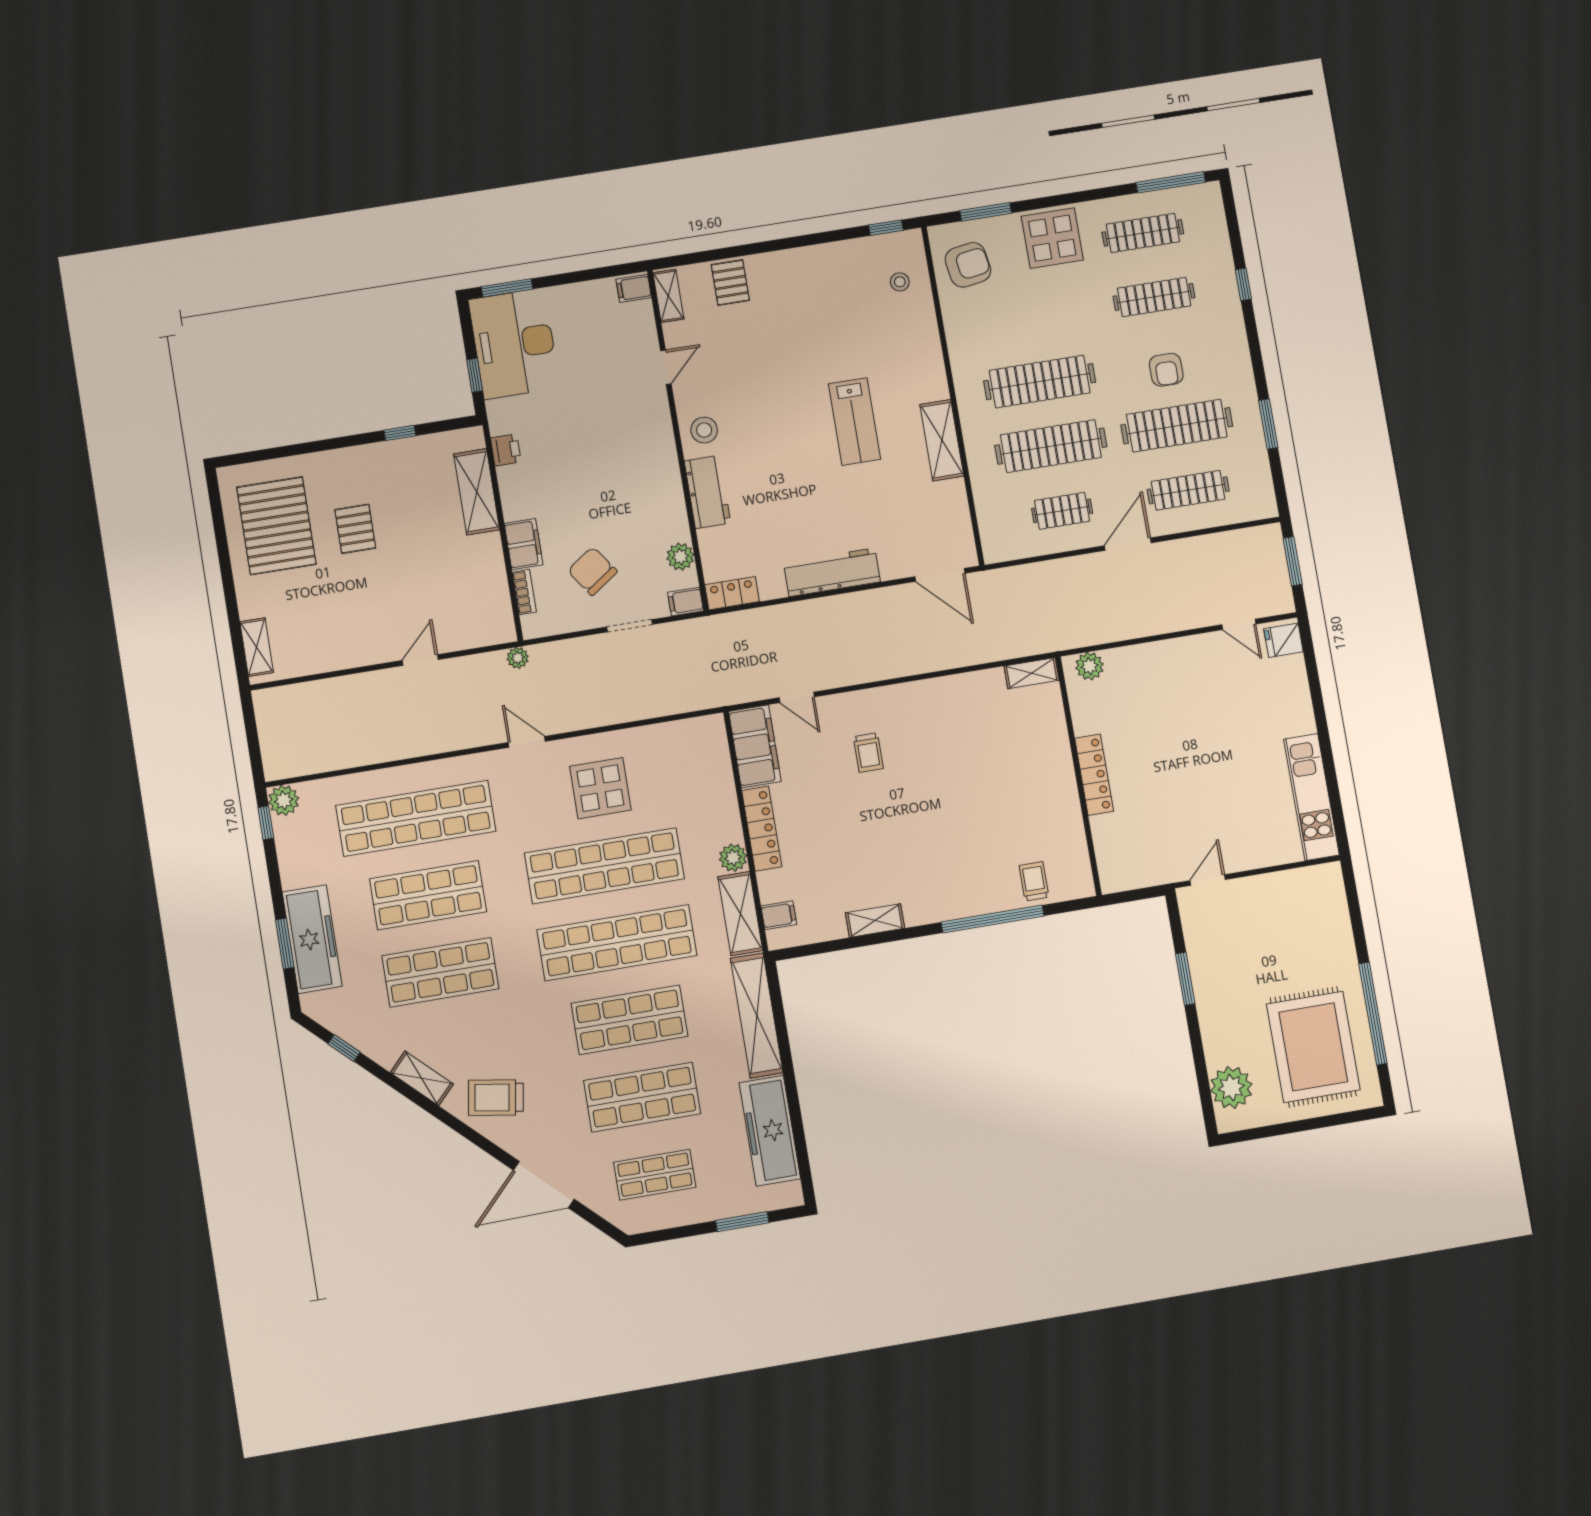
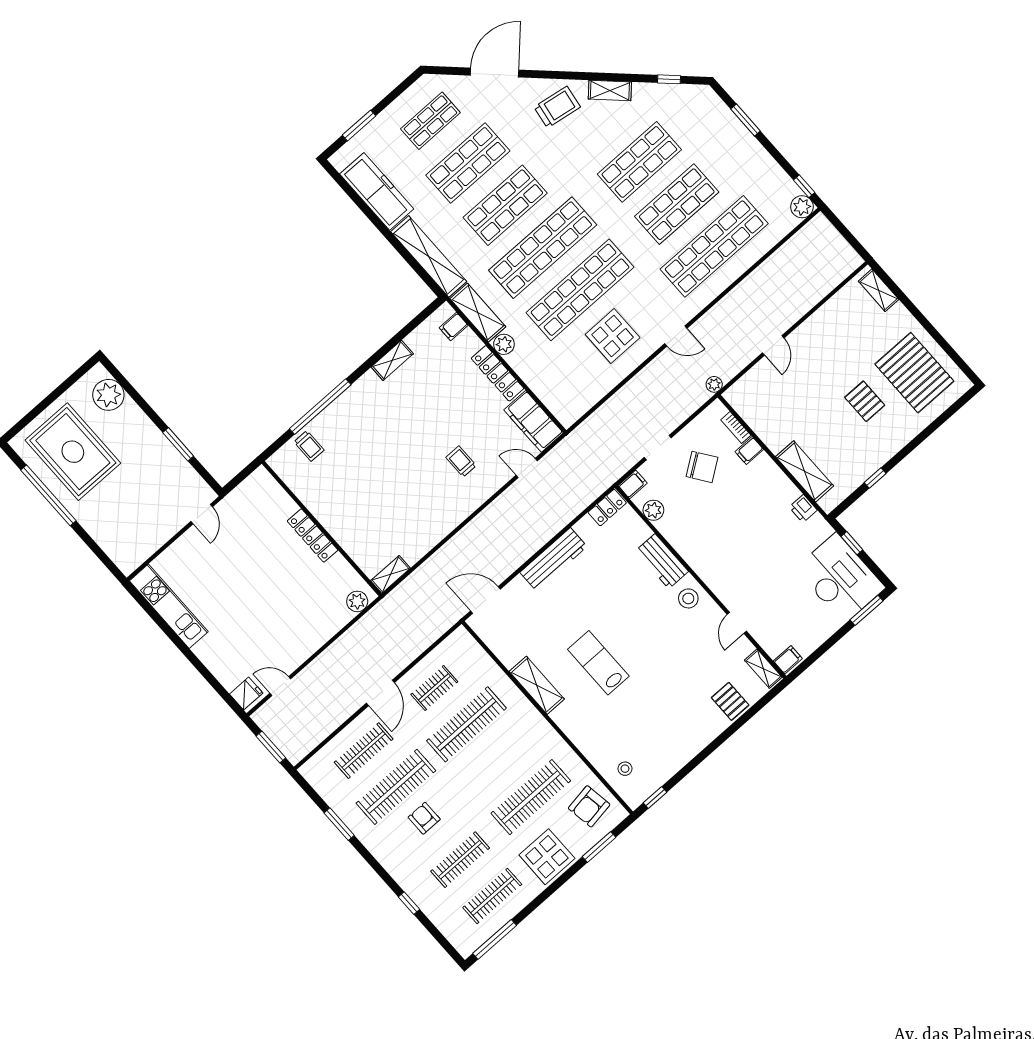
clothes rail: (1040, 382) -> (531, 797), moved
filing cabinet: (524, 544) -> (749, 451), width x0.50
freezer: (312, 939) -> (731, 133), removed

